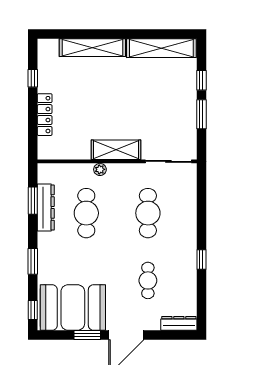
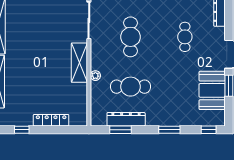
cafe table: (148, 213) -> (131, 37), turned 90
cafe table: (148, 280) -> (185, 37), turned 90
booth: (73, 307) -> (212, 90), width x0.73, depth x0.70

